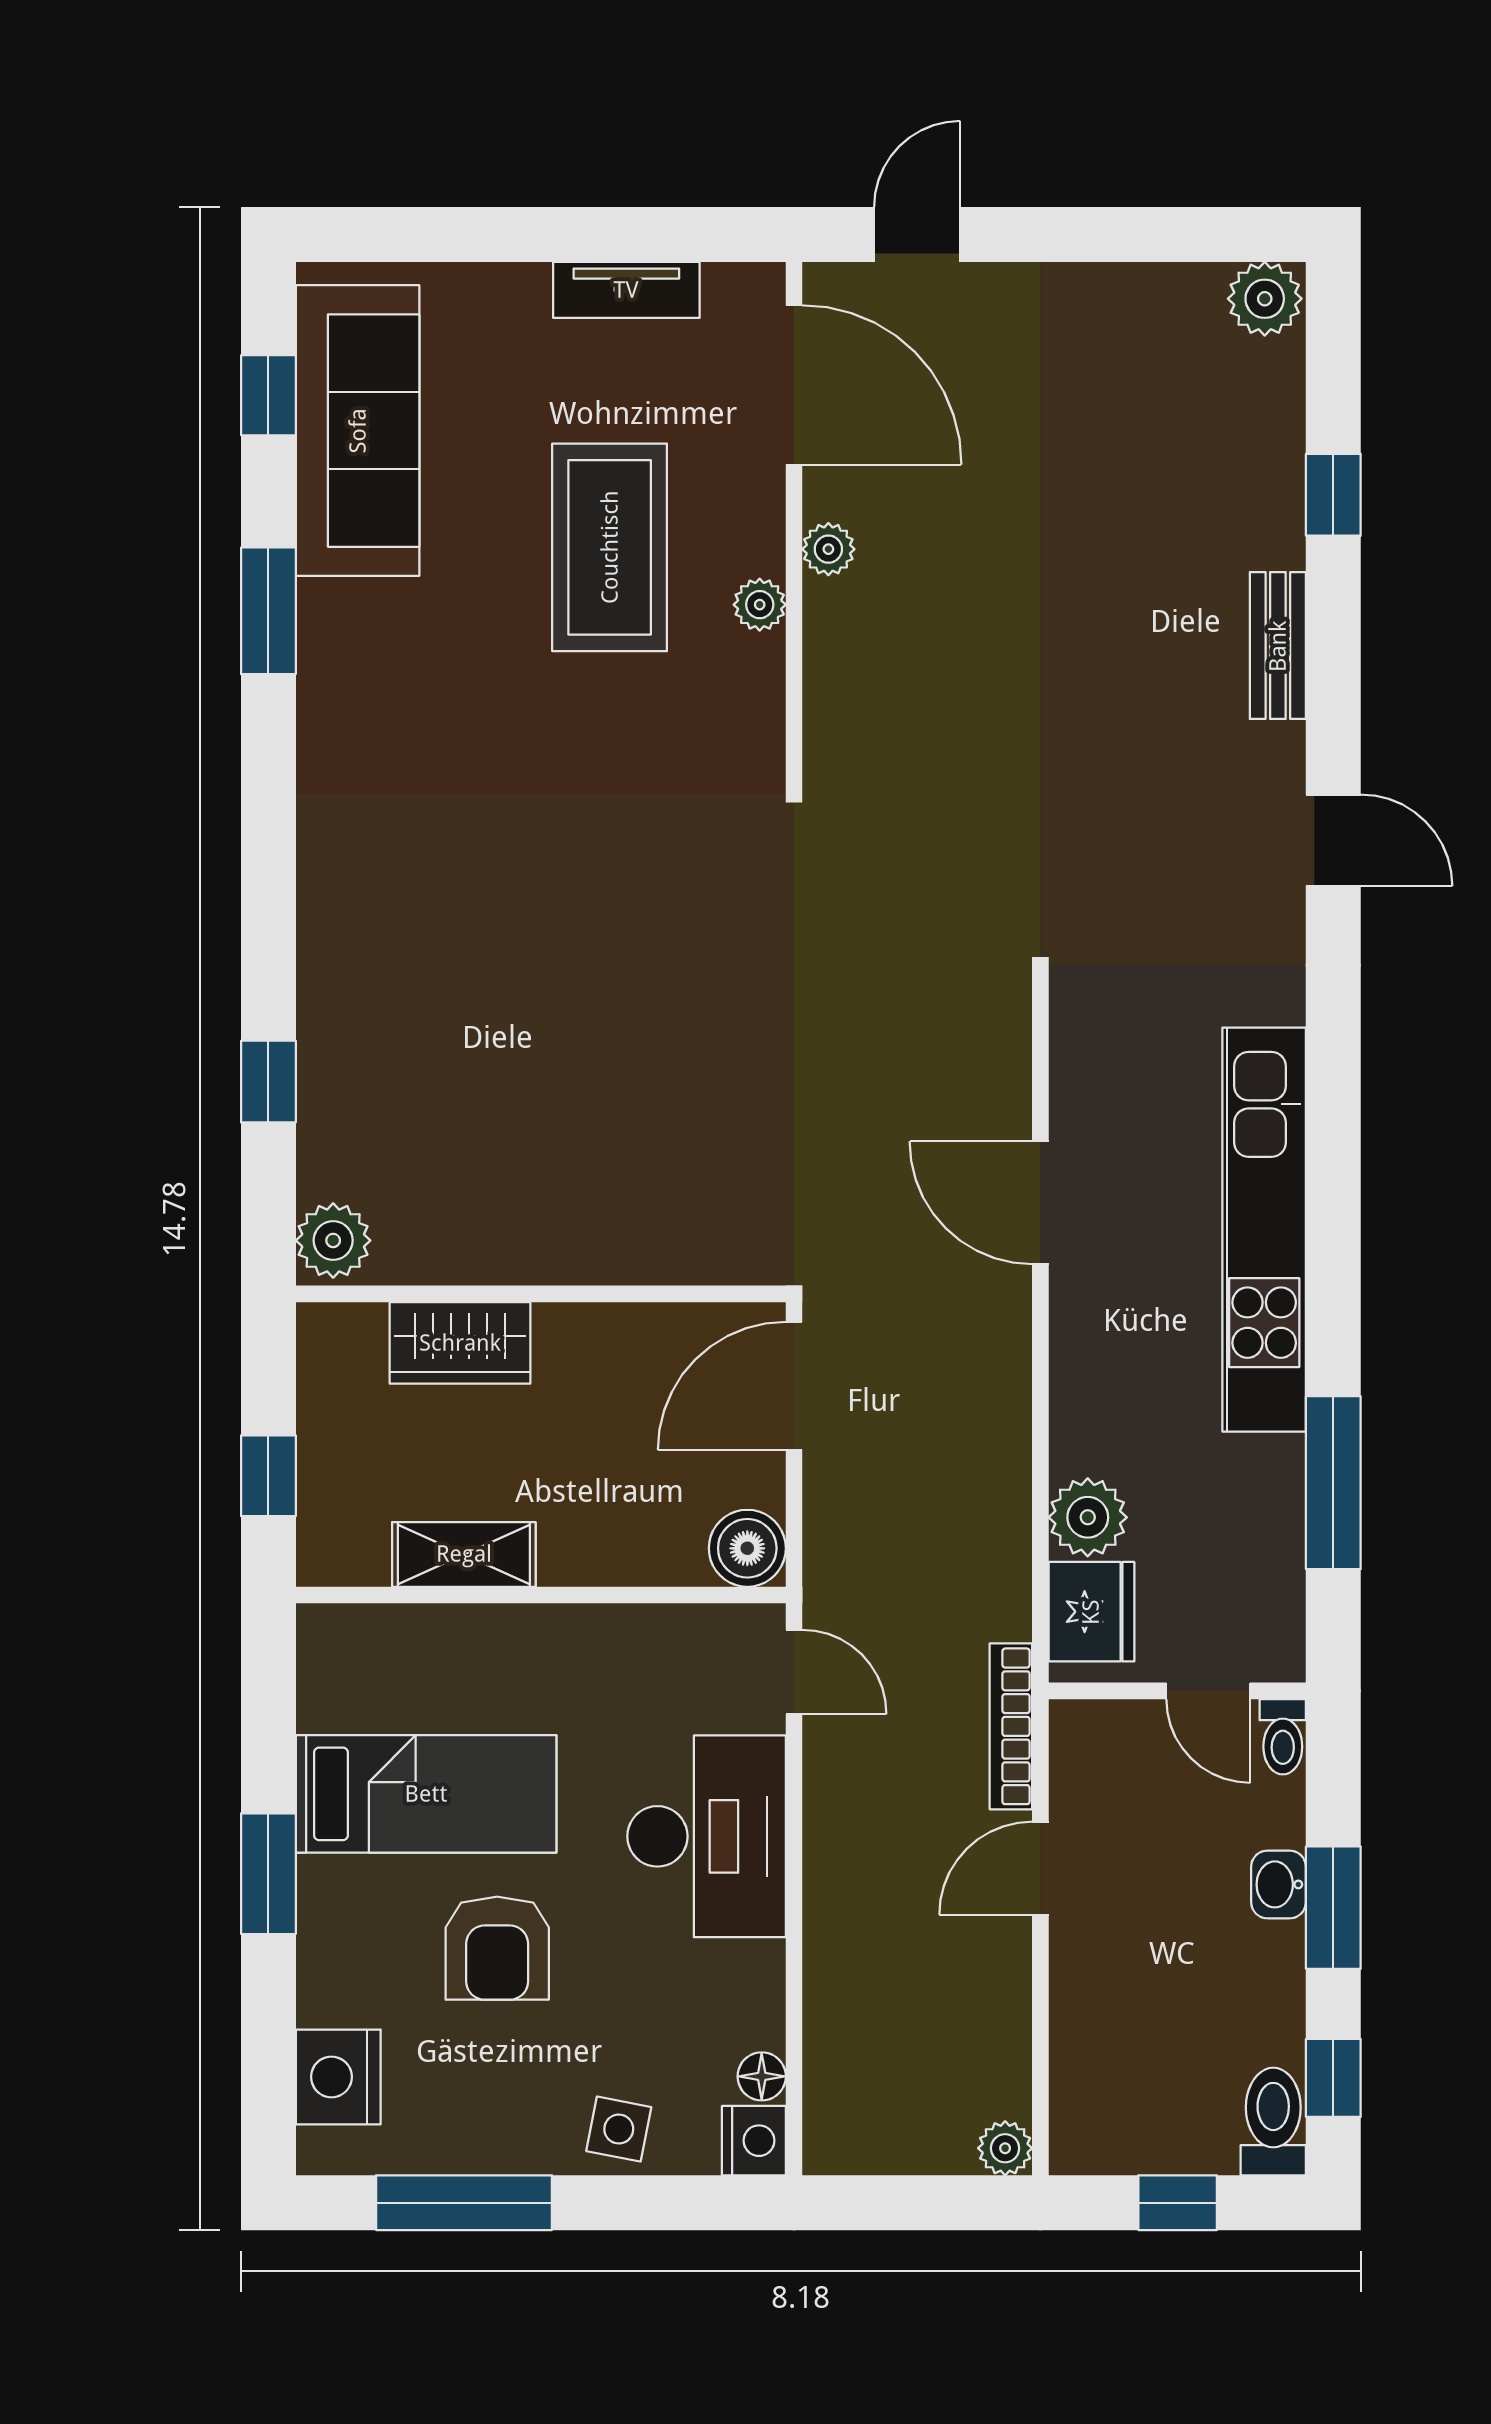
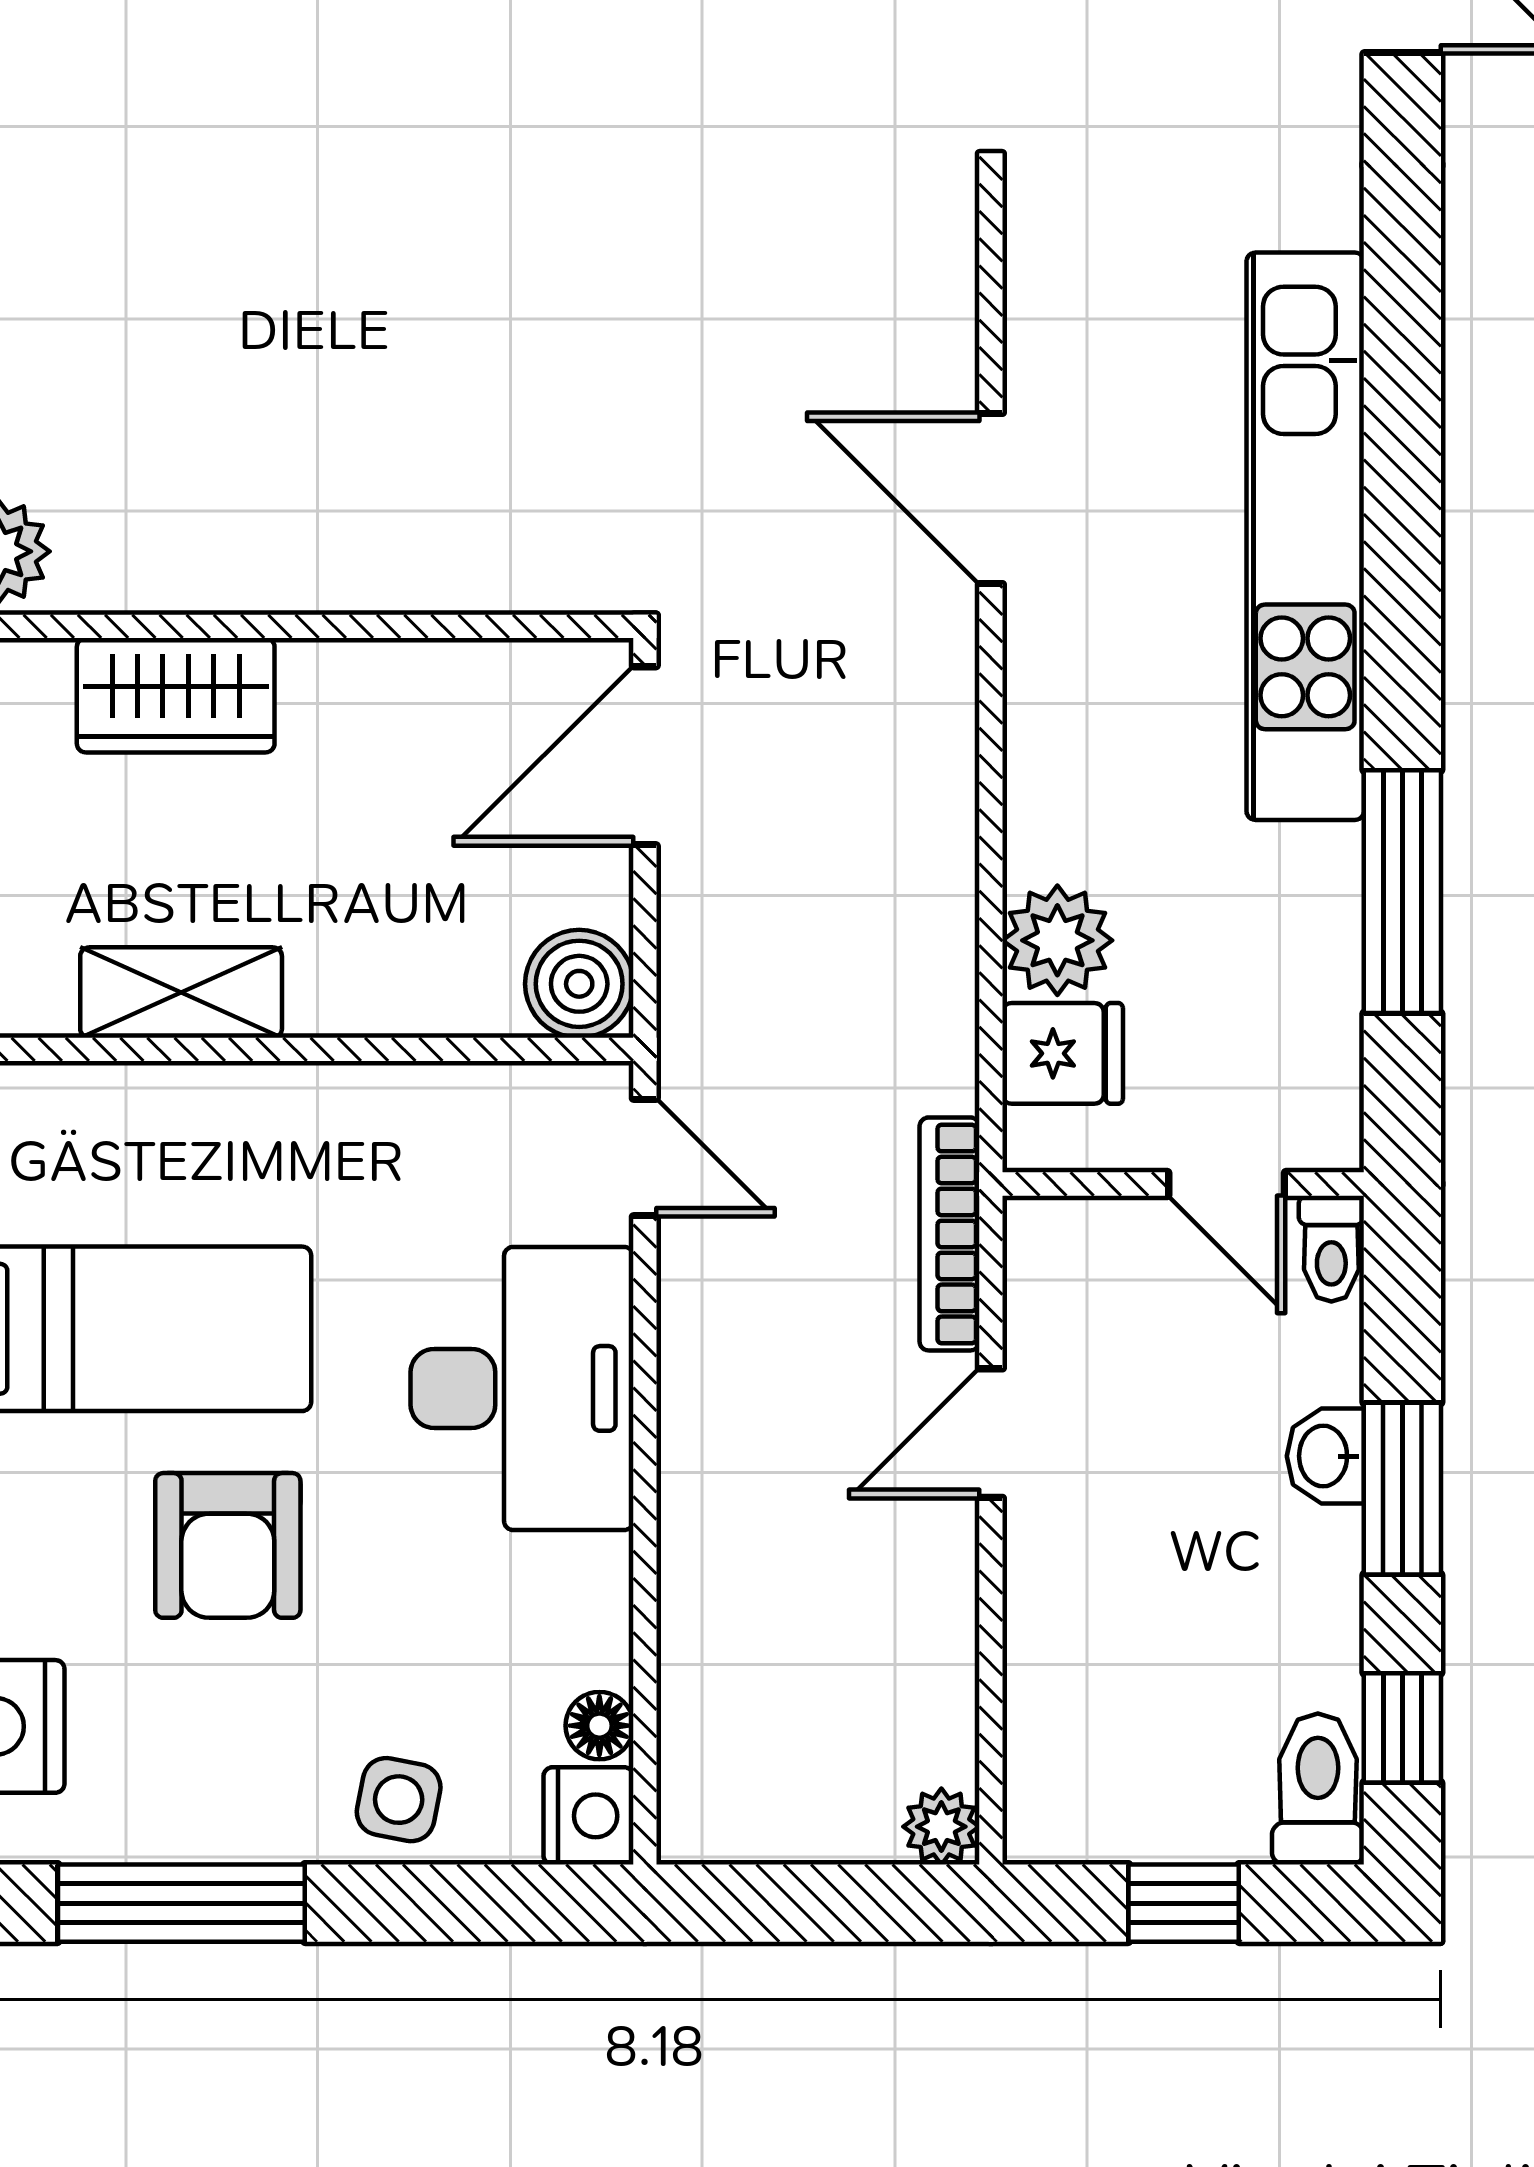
fridge: (1091, 1612) -> (1063, 1053), width x0.72

